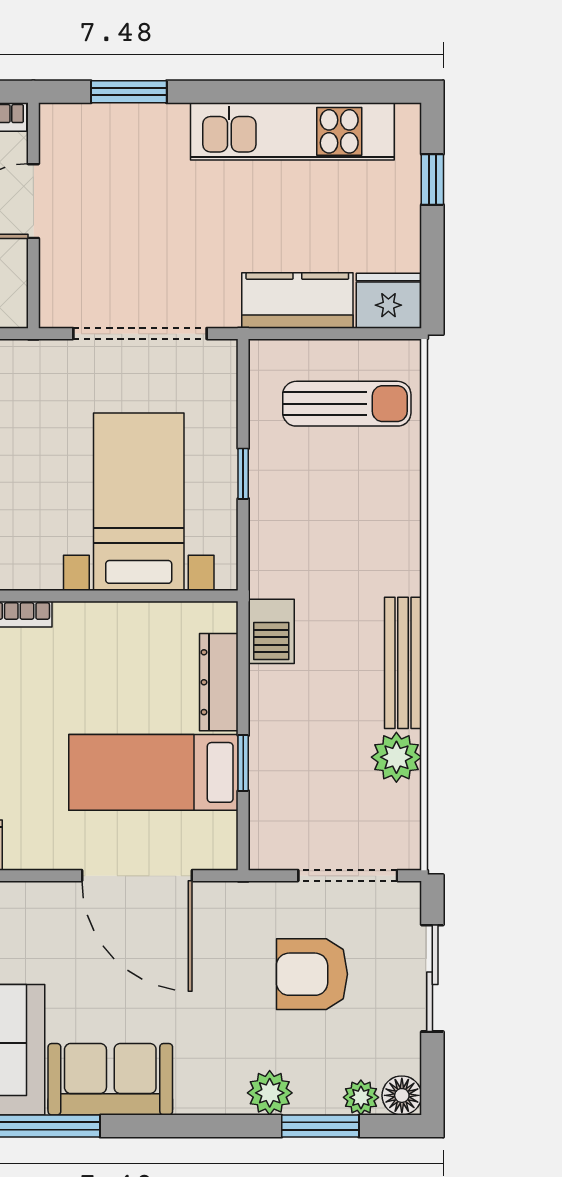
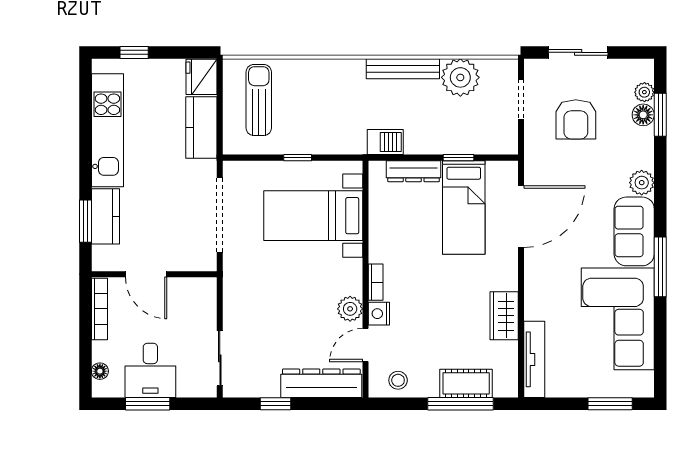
kitchen counter: (137, 128) -> (105, 216), added
plant: (396, 757) -> (460, 77), width x1.36, depth x1.36
doorway: (348, 876) -> (521, 100), width x0.73
plant: (270, 1093) -> (642, 183), moved
floor lamp: (402, 1095) -> (643, 115), moved

